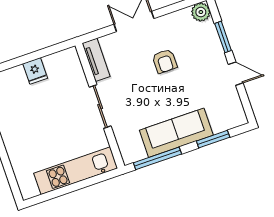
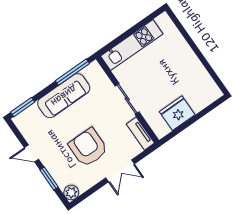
armchair: (165, 61) -> (88, 147), width x1.88, depth x1.88
fridge: (35, 71) -> (177, 113), width x1.88, depth x1.34
window: (213, 139) -> (23, 107), moved

